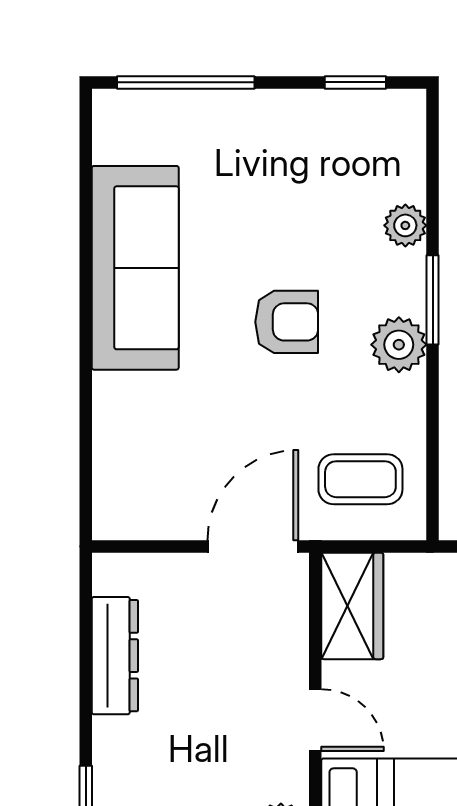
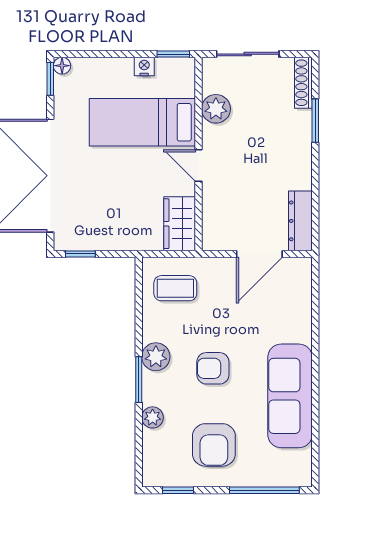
armchair: (285, 172) -> (214, 445), added
door: (253, 546) -> (259, 254), moved
dresser: (115, 656) -> (300, 221), moved

